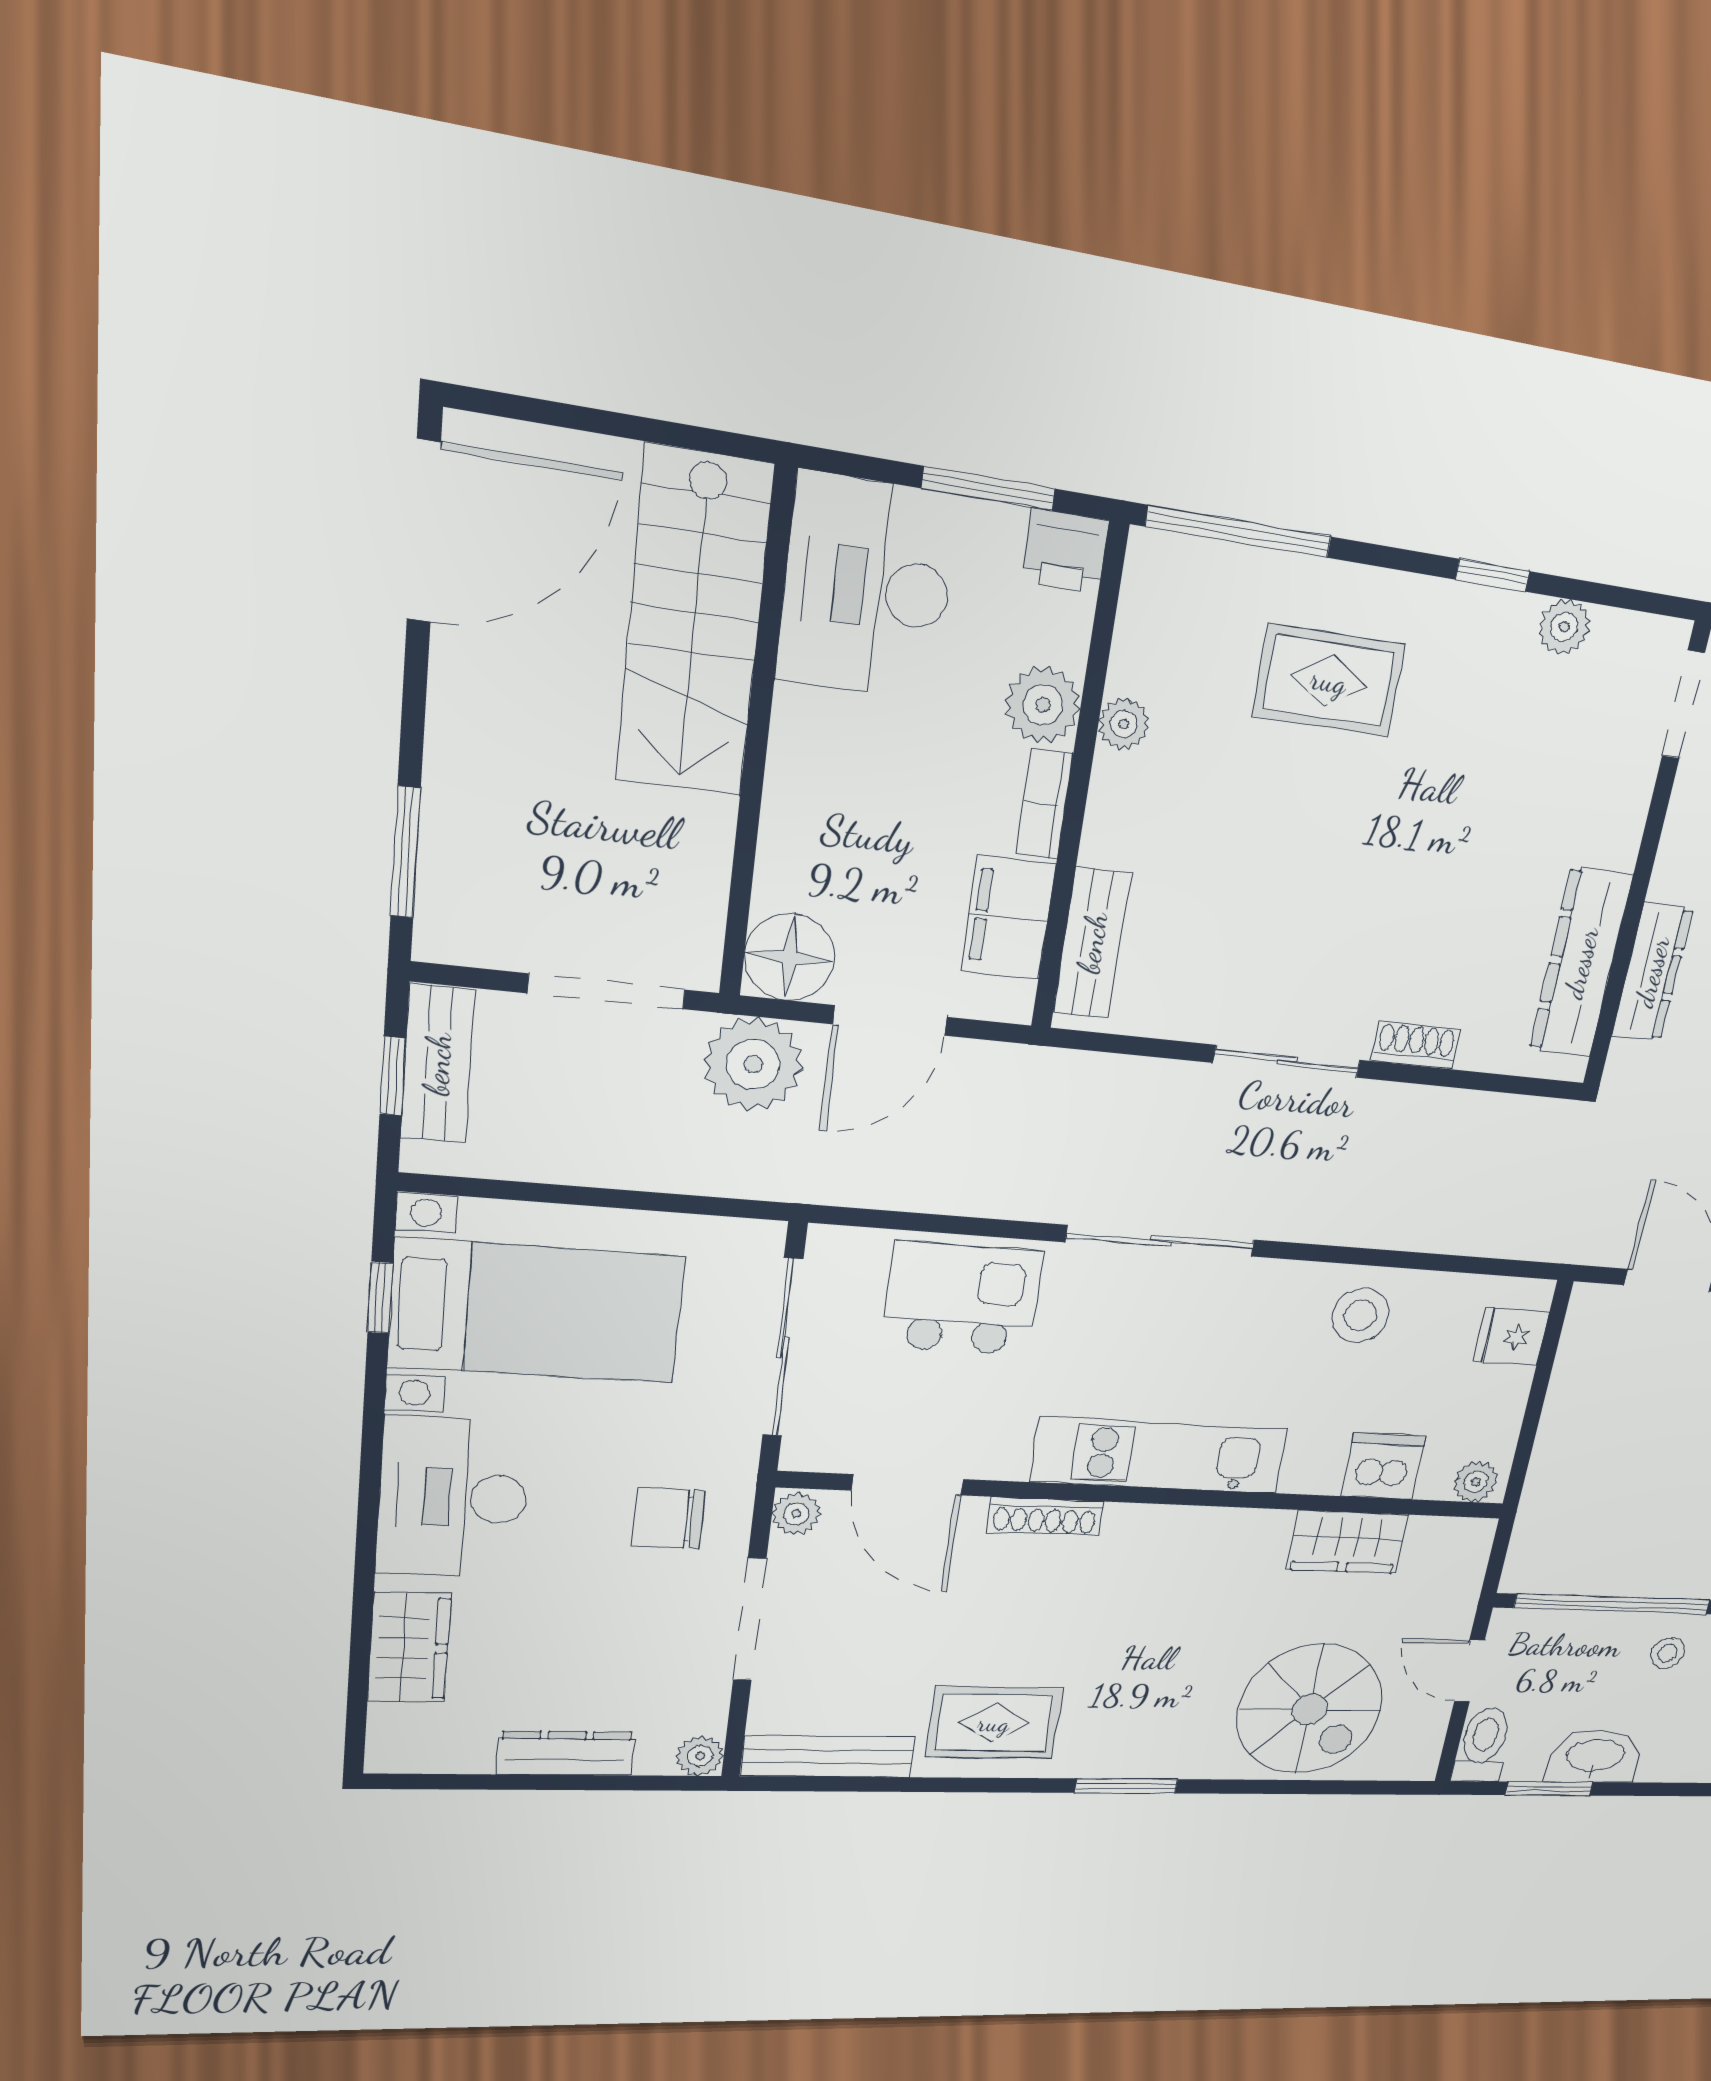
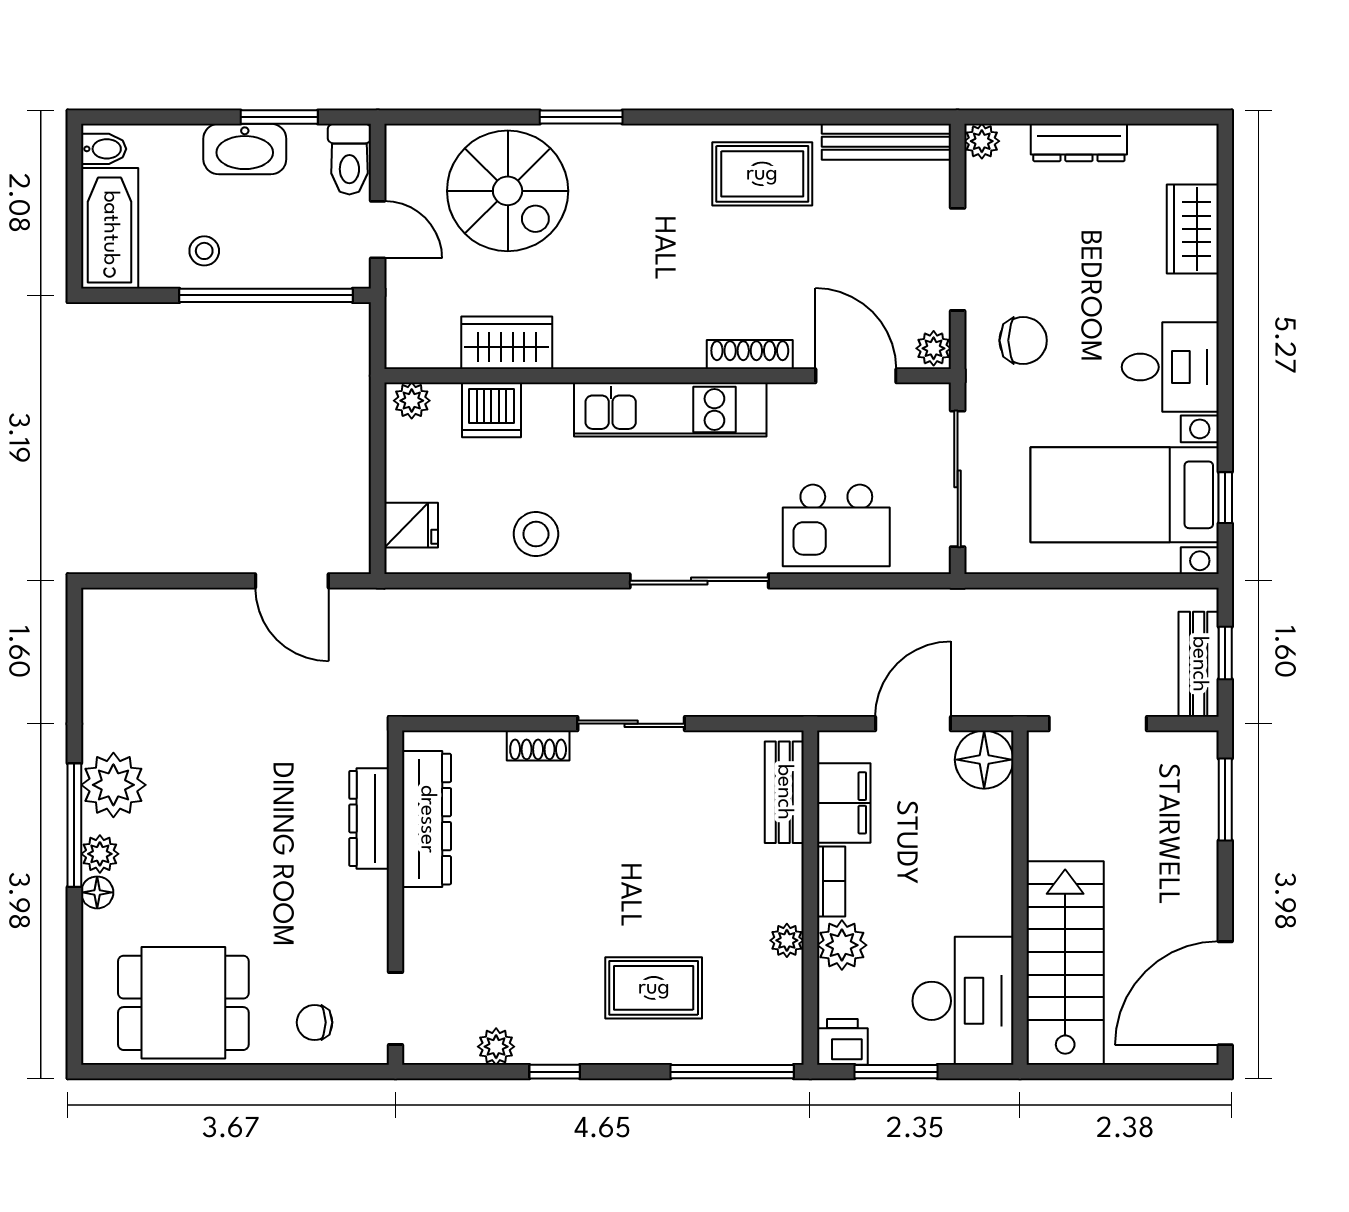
plant: (753, 1064) -> (1000, 684), removed
desk: (453, 1497) -> (1170, 367), width x0.73
spiral stairs: (1310, 1709) -> (508, 191), turned 180
window: (1126, 1786) -> (581, 117), moved

